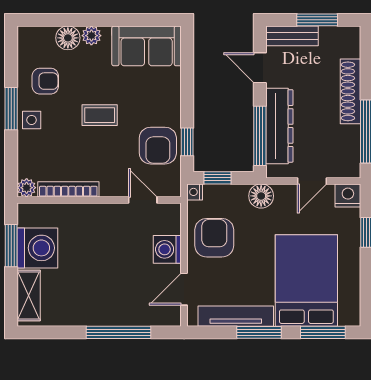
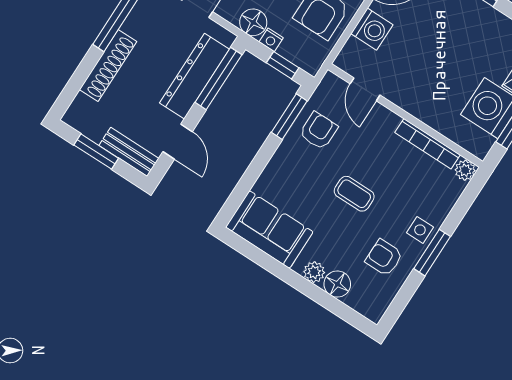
window: (187, 142) -> (289, 117), width x1.50
armchair: (158, 146) -> (319, 131), width x0.72, depth x0.72
nightstand: (195, 192) -> (271, 40), moved, turned 90

